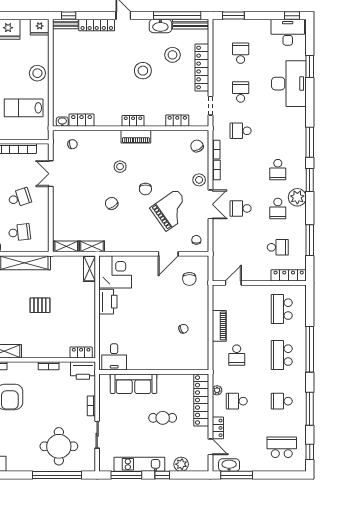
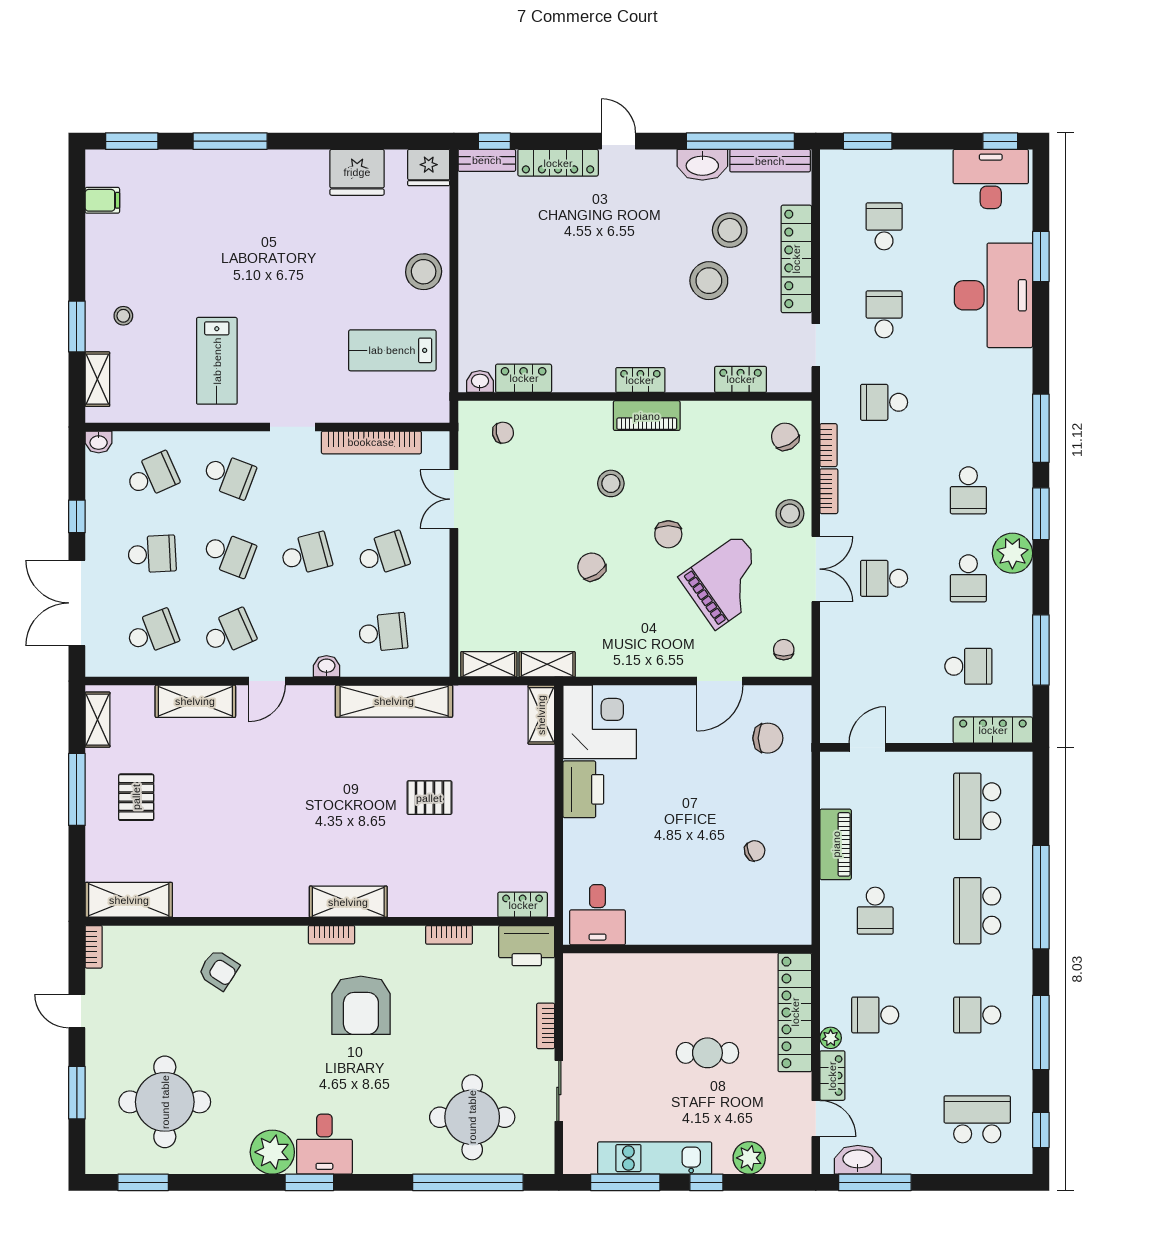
stool: (143, 71) -> (709, 281), moved
chair: (189, 279) -> (768, 738), turned -90
sofa: (133, 384) -> (641, 976), removed
plant: (217, 390) -> (831, 1038), moved

